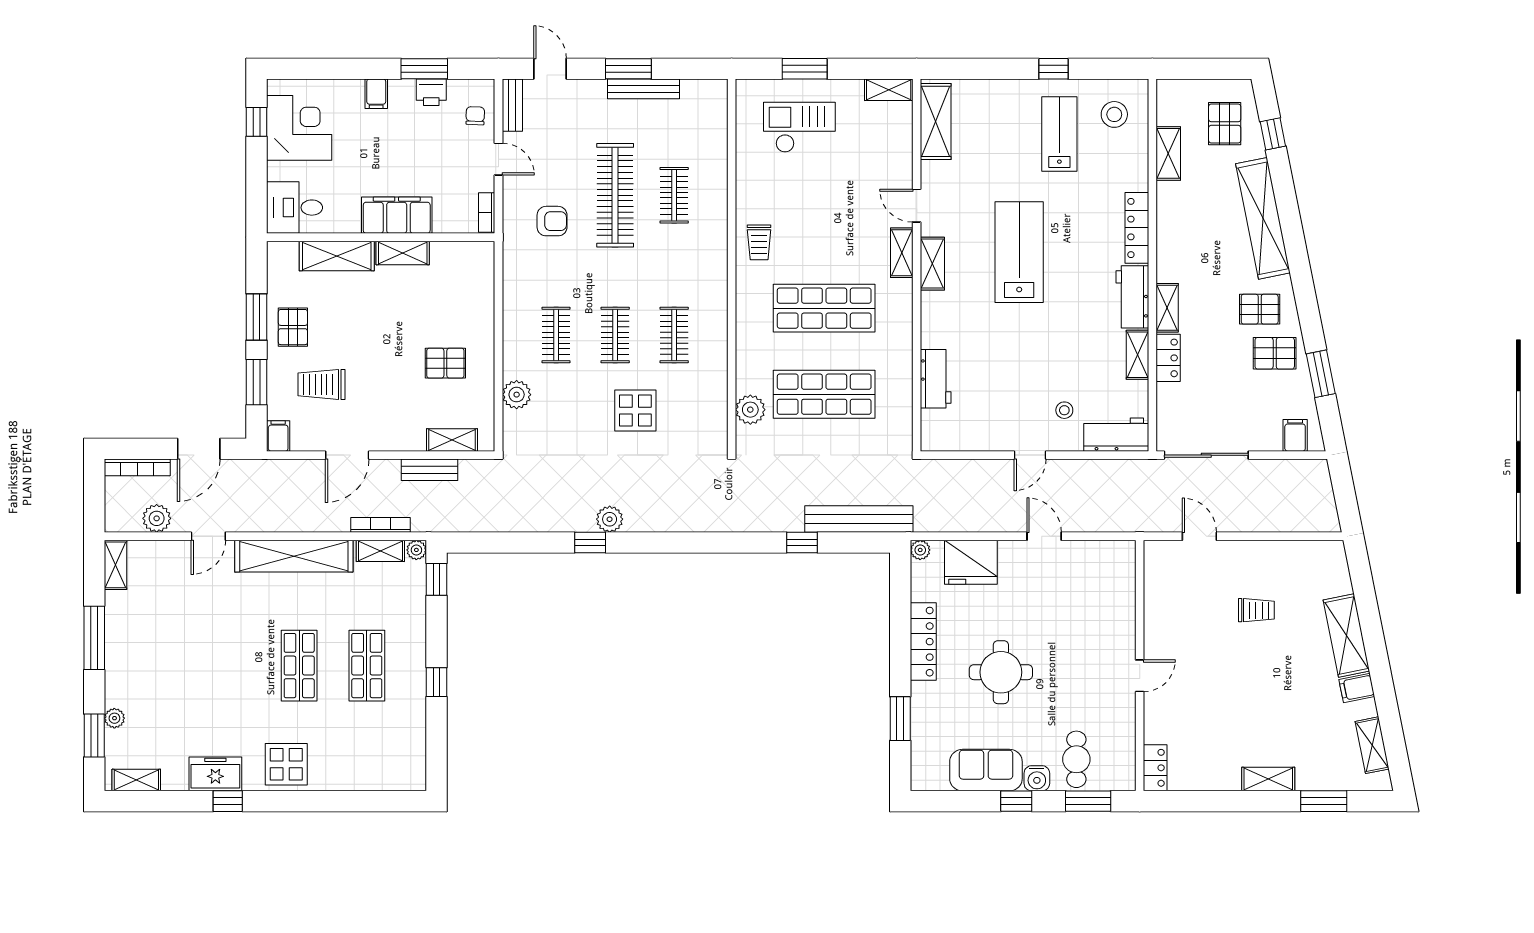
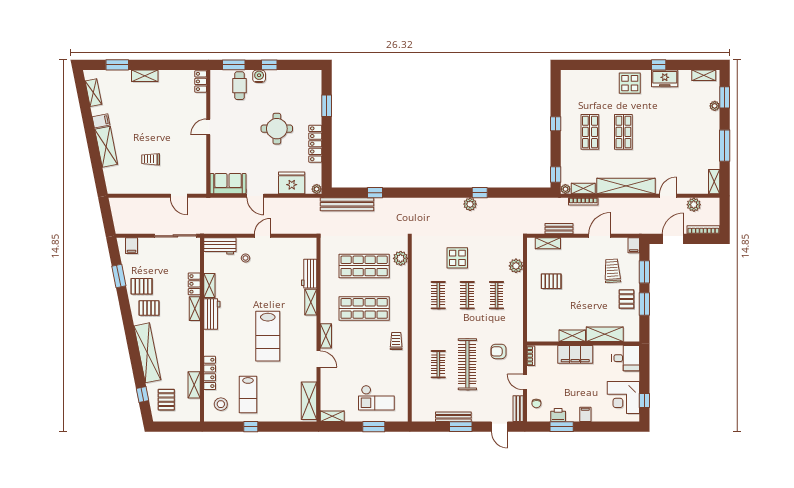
locker: (1137, 228) -> (210, 373), moved
shelving: (932, 264) -> (311, 302), moved
trolley: (322, 384) -> (612, 271), turned -94
sofa: (986, 770) -> (228, 184), moved, turned 180

